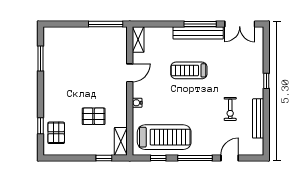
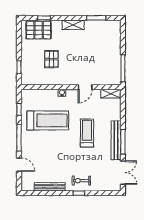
double door: (240, 24) -> (123, 173), swing flipped
door: (130, 73) -> (85, 87), hinge flipped
exercise bike: (230, 109) -> (81, 181), moved
pallet: (56, 133) -> (39, 30), width x1.50, depth x1.42
treadmill: (164, 137) -> (48, 120), moved, turned -90
shelving: (121, 141) -> (73, 25), moved

